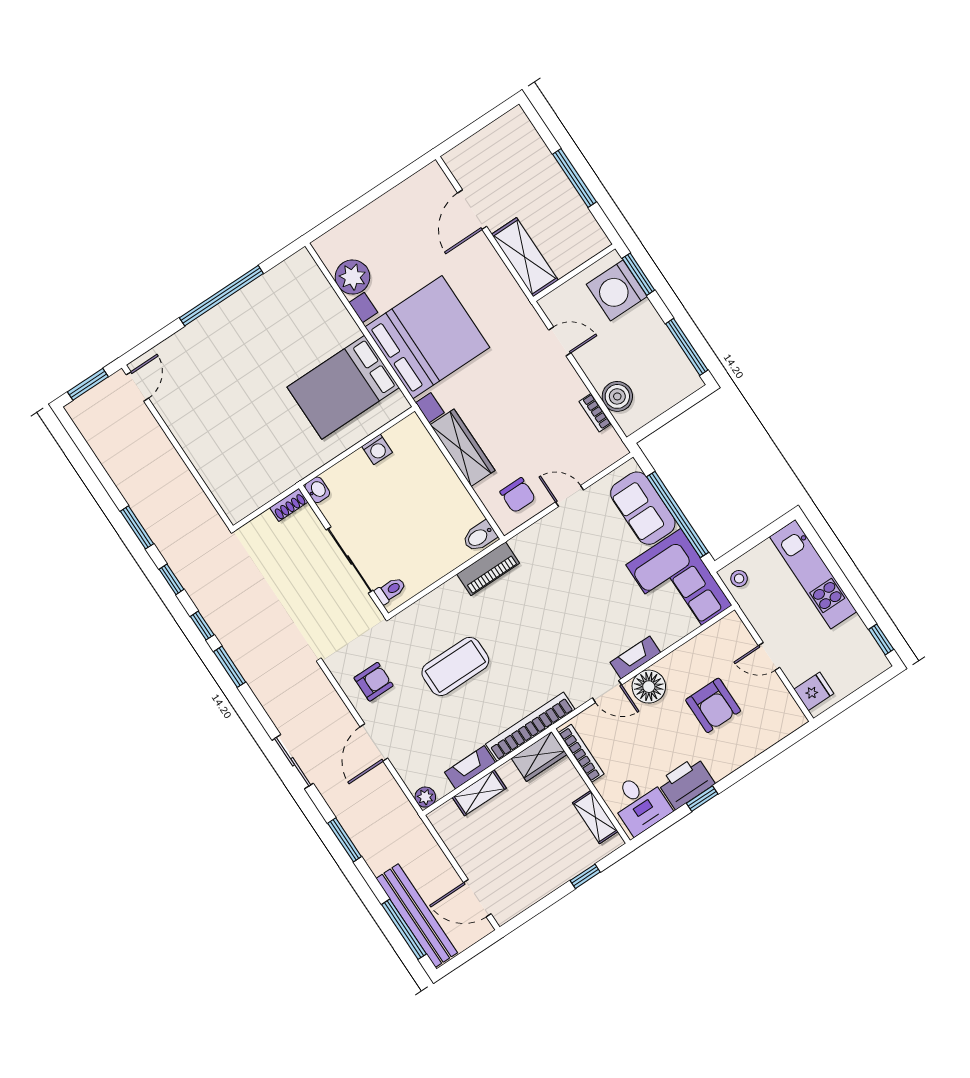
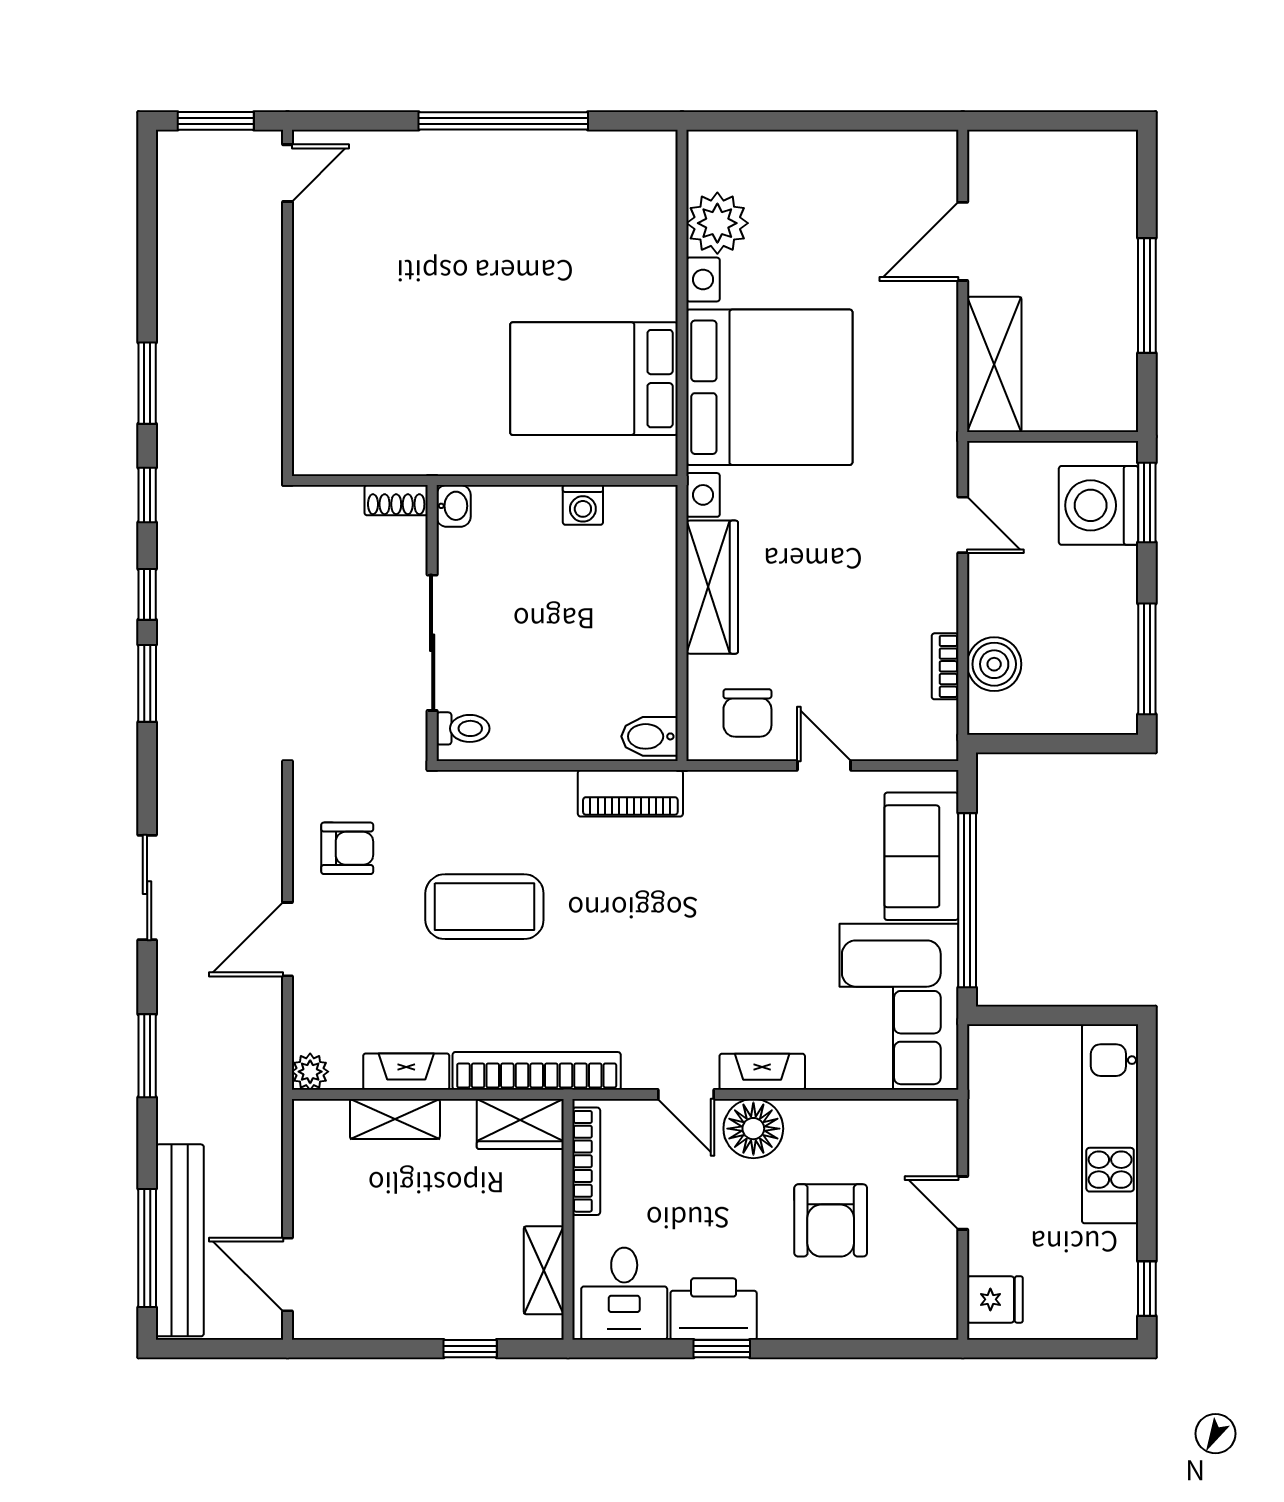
stool: (739, 579) -> (995, 1057), removed

